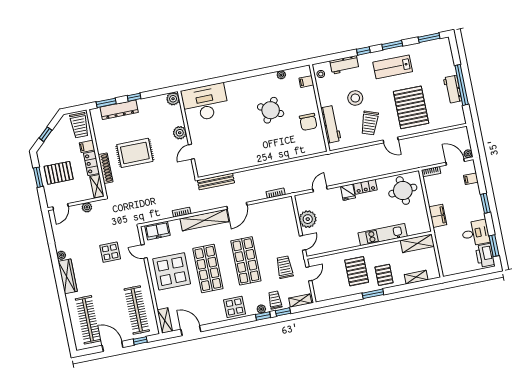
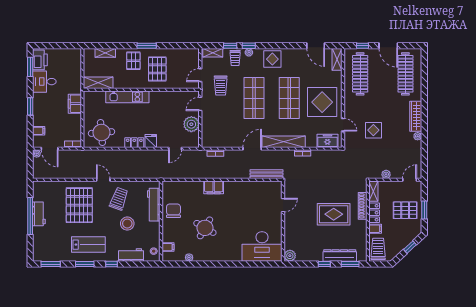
plant: (180, 133) -> (290, 224), removed
filing cabinet: (270, 156) -> (214, 187), added

